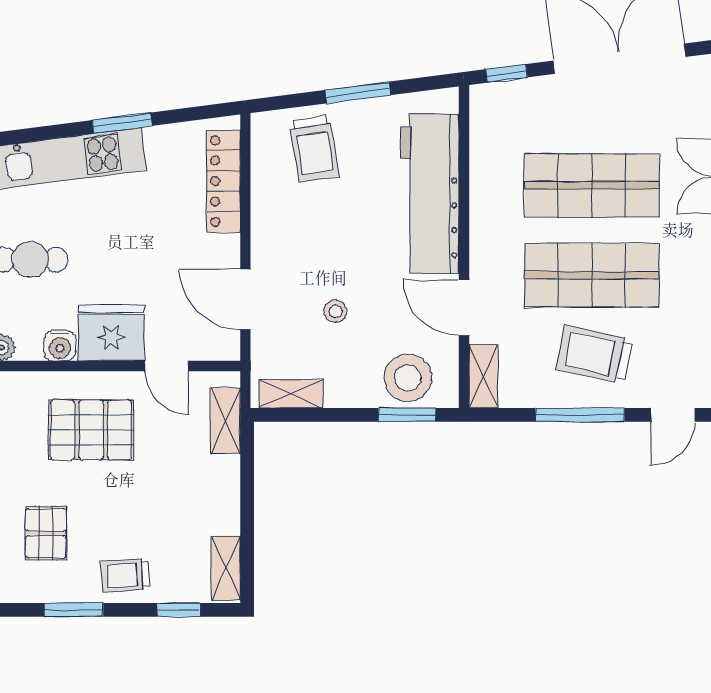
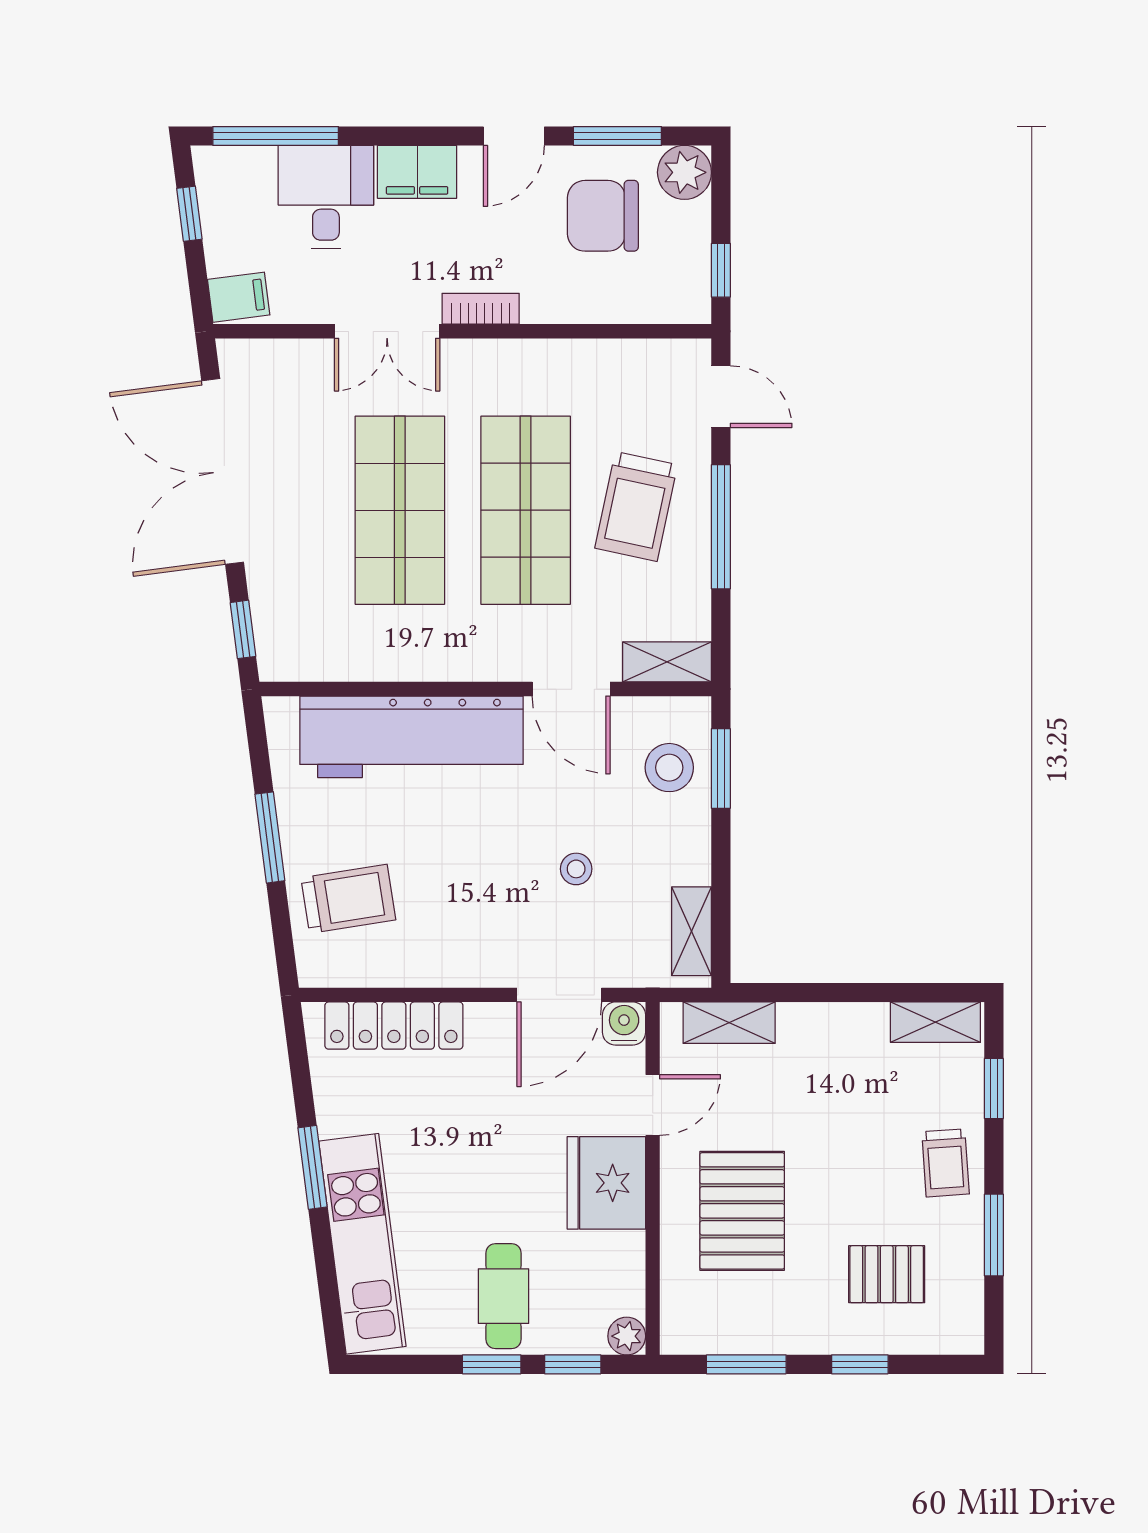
door: (464, 308) -> (571, 689), hinge flipped
water cooler: (60, 346) -> (624, 1024), moved, turned -90
stool: (408, 378) -> (669, 768), width x0.73, depth x0.73

